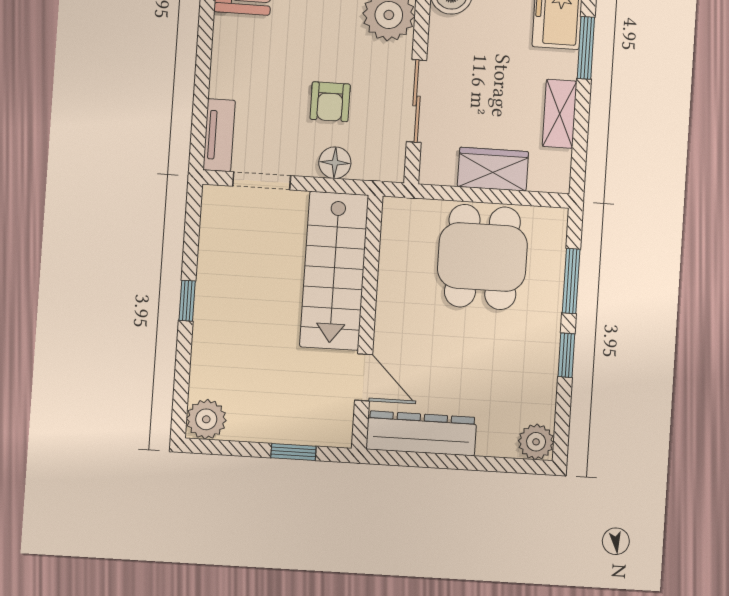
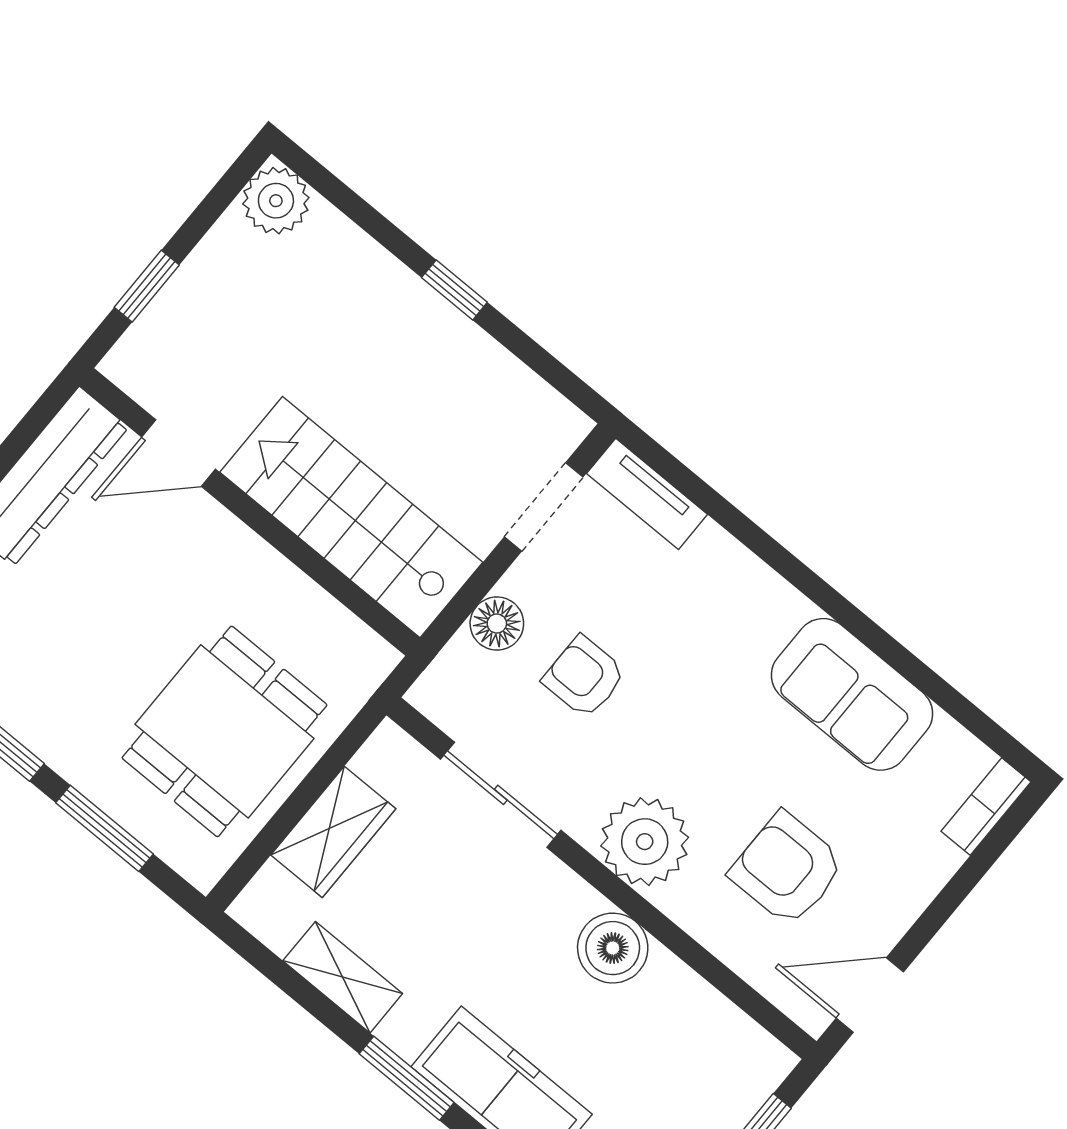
dining table: (482, 257) -> (225, 731), turned 90

